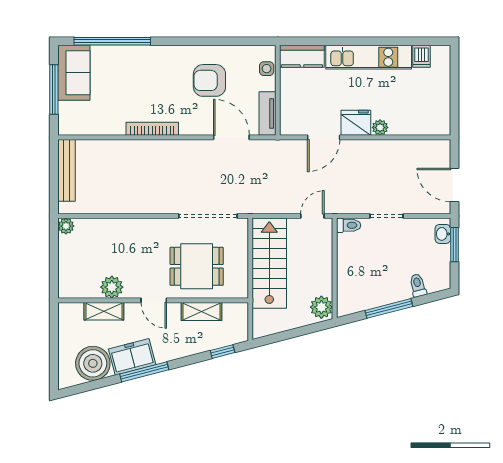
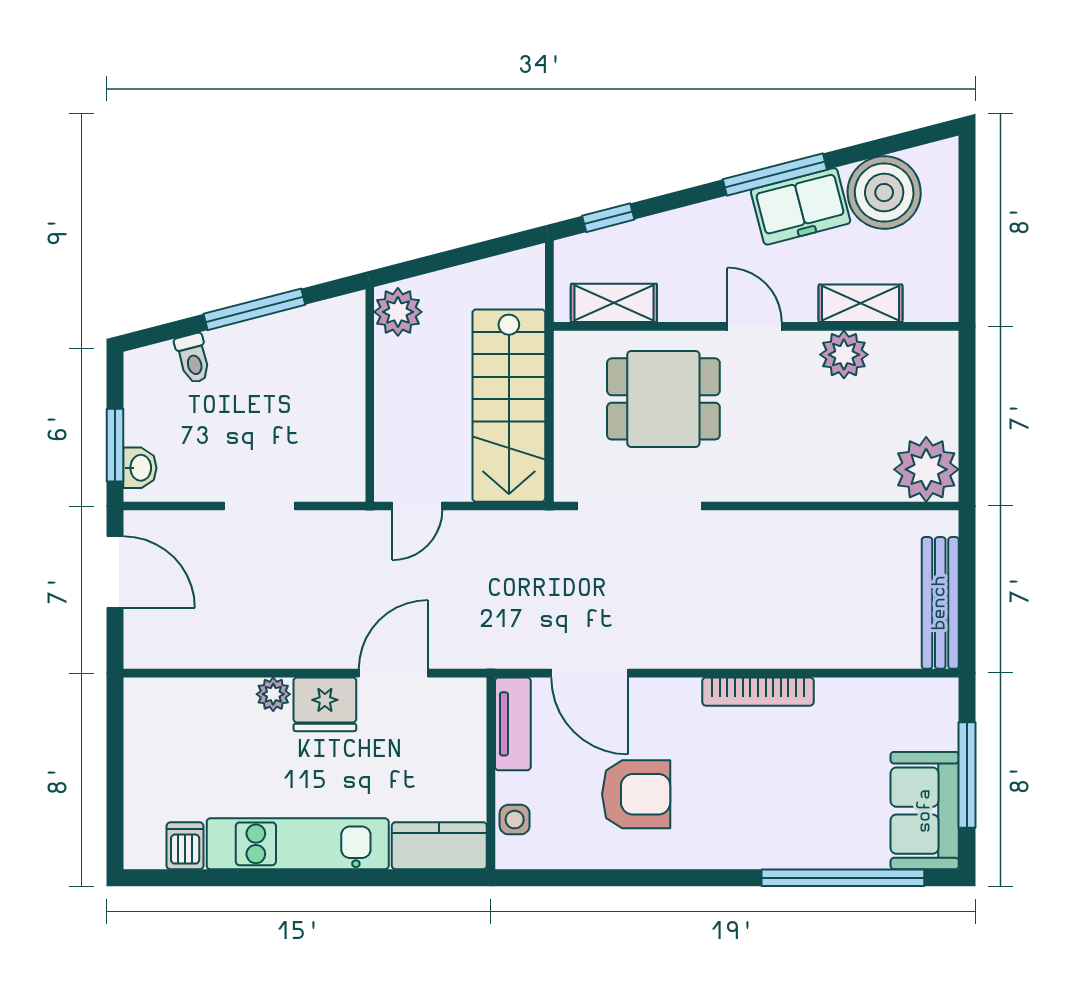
toilet: (349, 225) -> (340, 486), removed
plant: (66, 226) -> (926, 469), width x1.87, depth x1.87
shelving: (202, 311) -> (614, 303), moved

